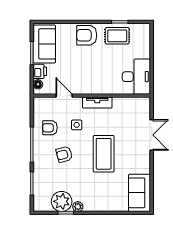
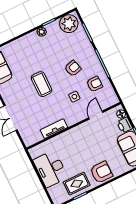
desk: (136, 77) -> (50, 169), moved
door: (64, 96) -> (96, 115), swing flipped
tv unit: (97, 103) -> (54, 129), moved
coffee table: (104, 154) -> (42, 84), width x0.73, depth x0.76
plant: (62, 201) -> (69, 24), moved

